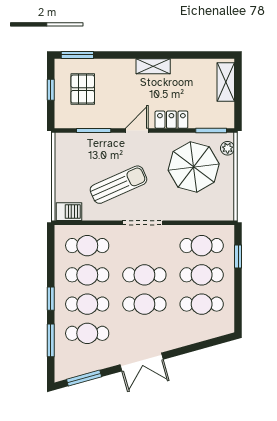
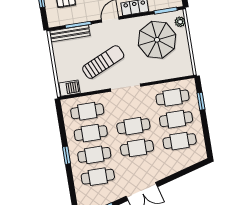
bench: (81, 140) -> (70, 33), added
window: (51, 340) -> (71, 186), removed

